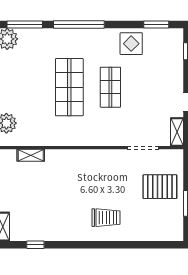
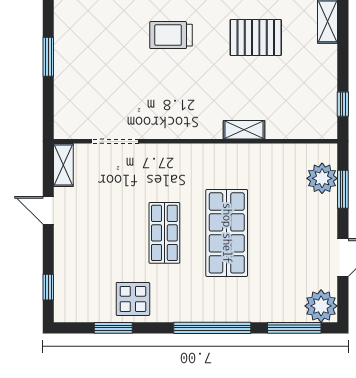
window: (156, 25) -> (113, 328), moved
shelving: (31, 155) -> (244, 130), moved
pallet: (160, 187) -> (256, 38), moved

